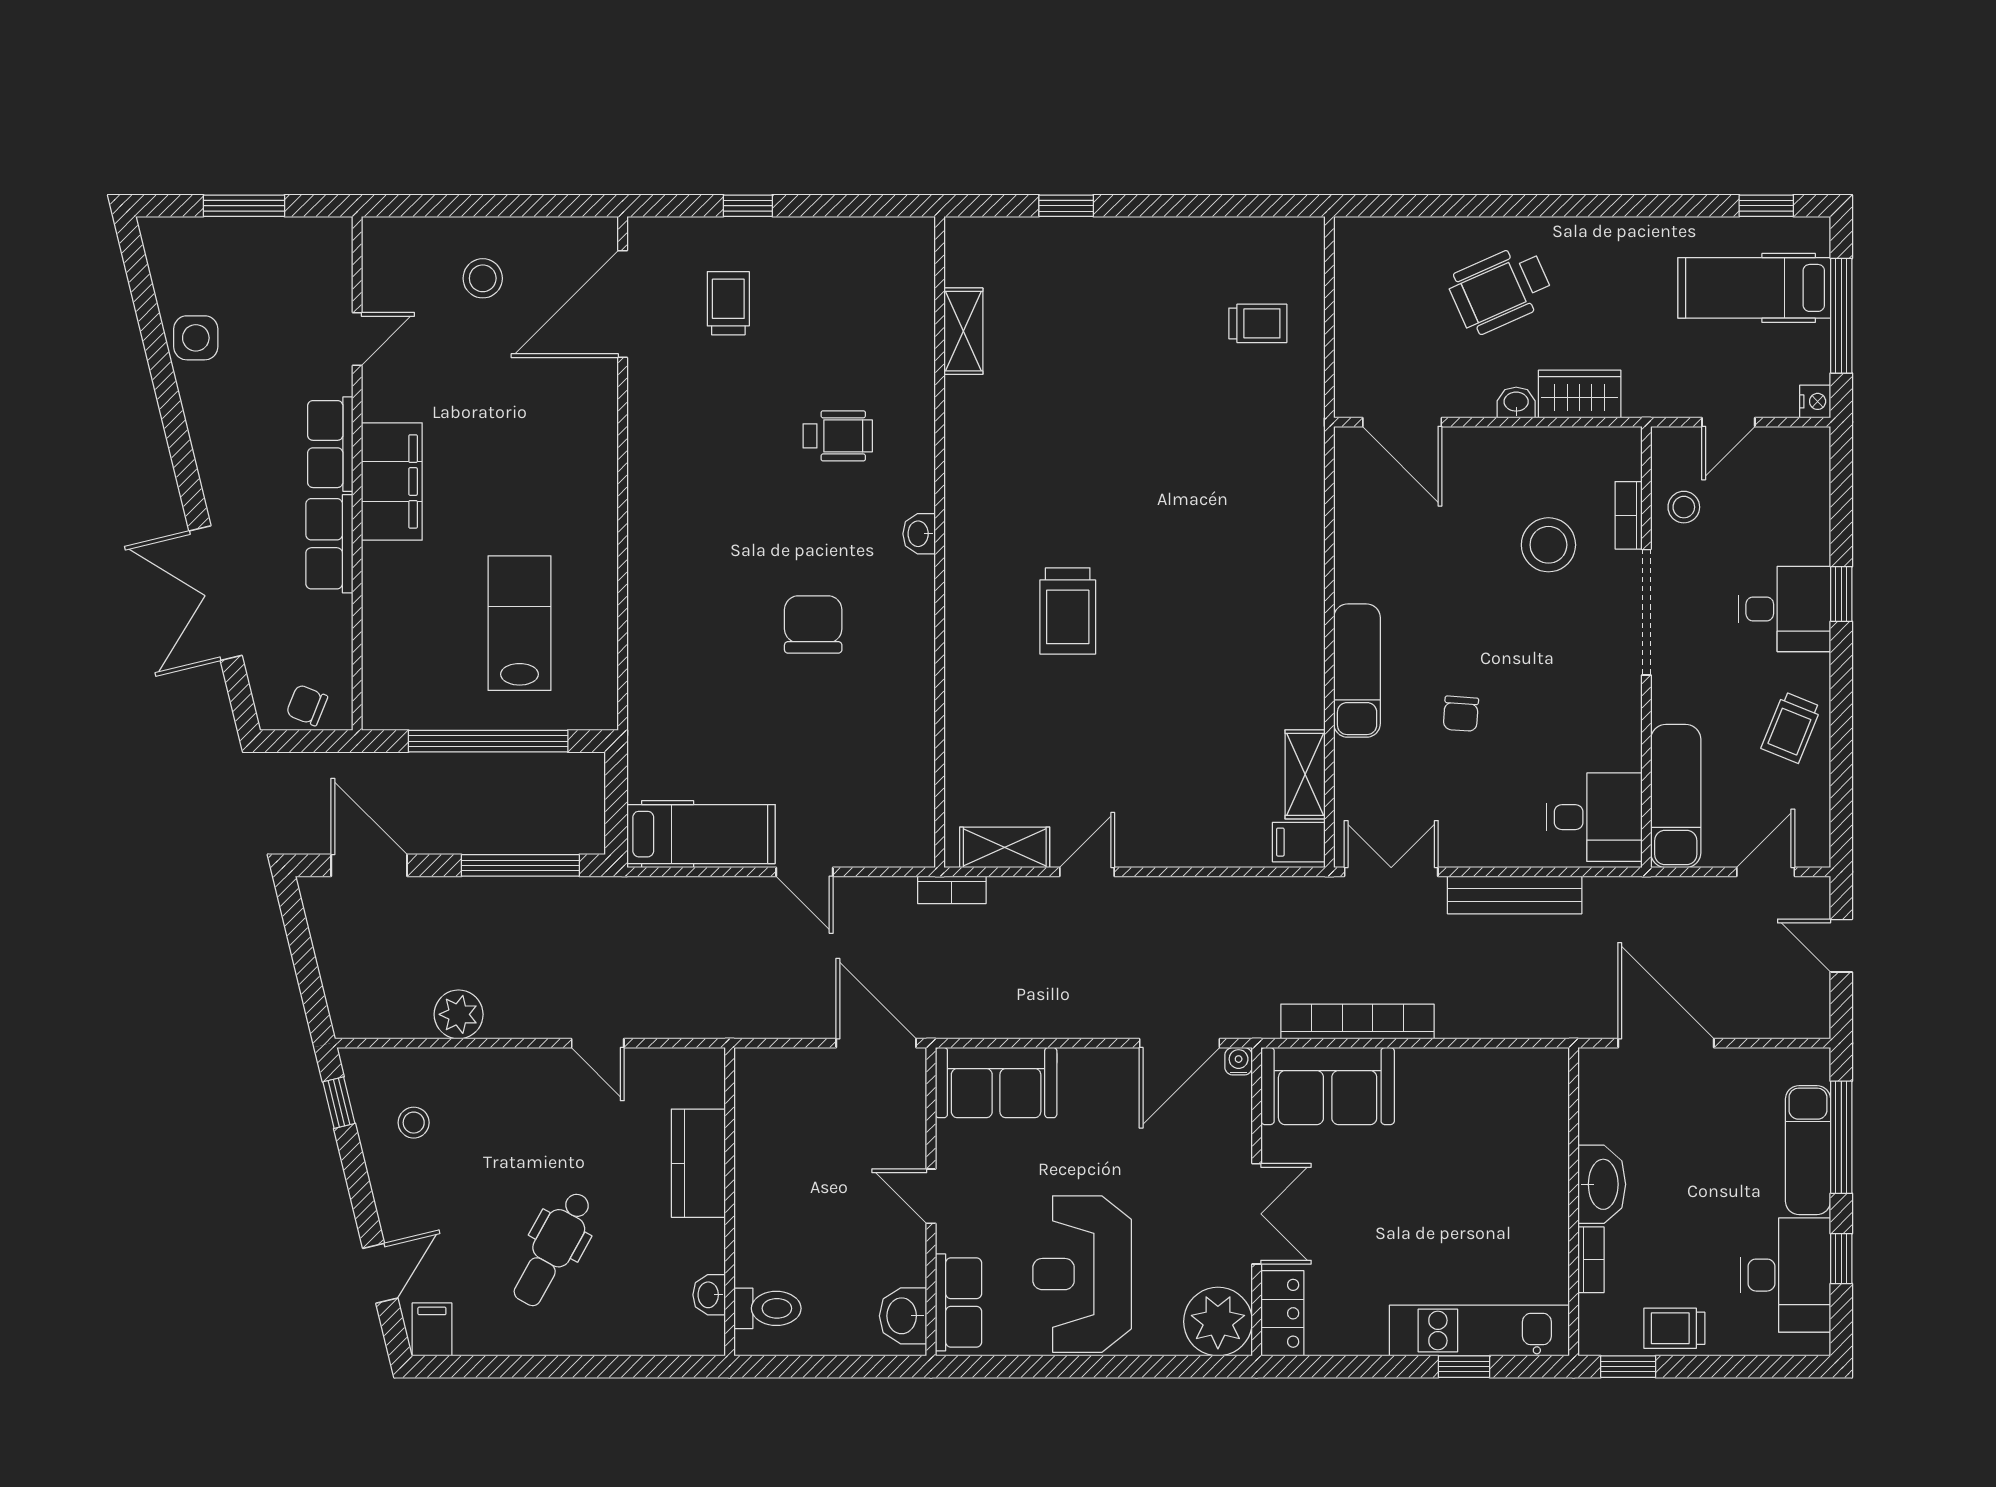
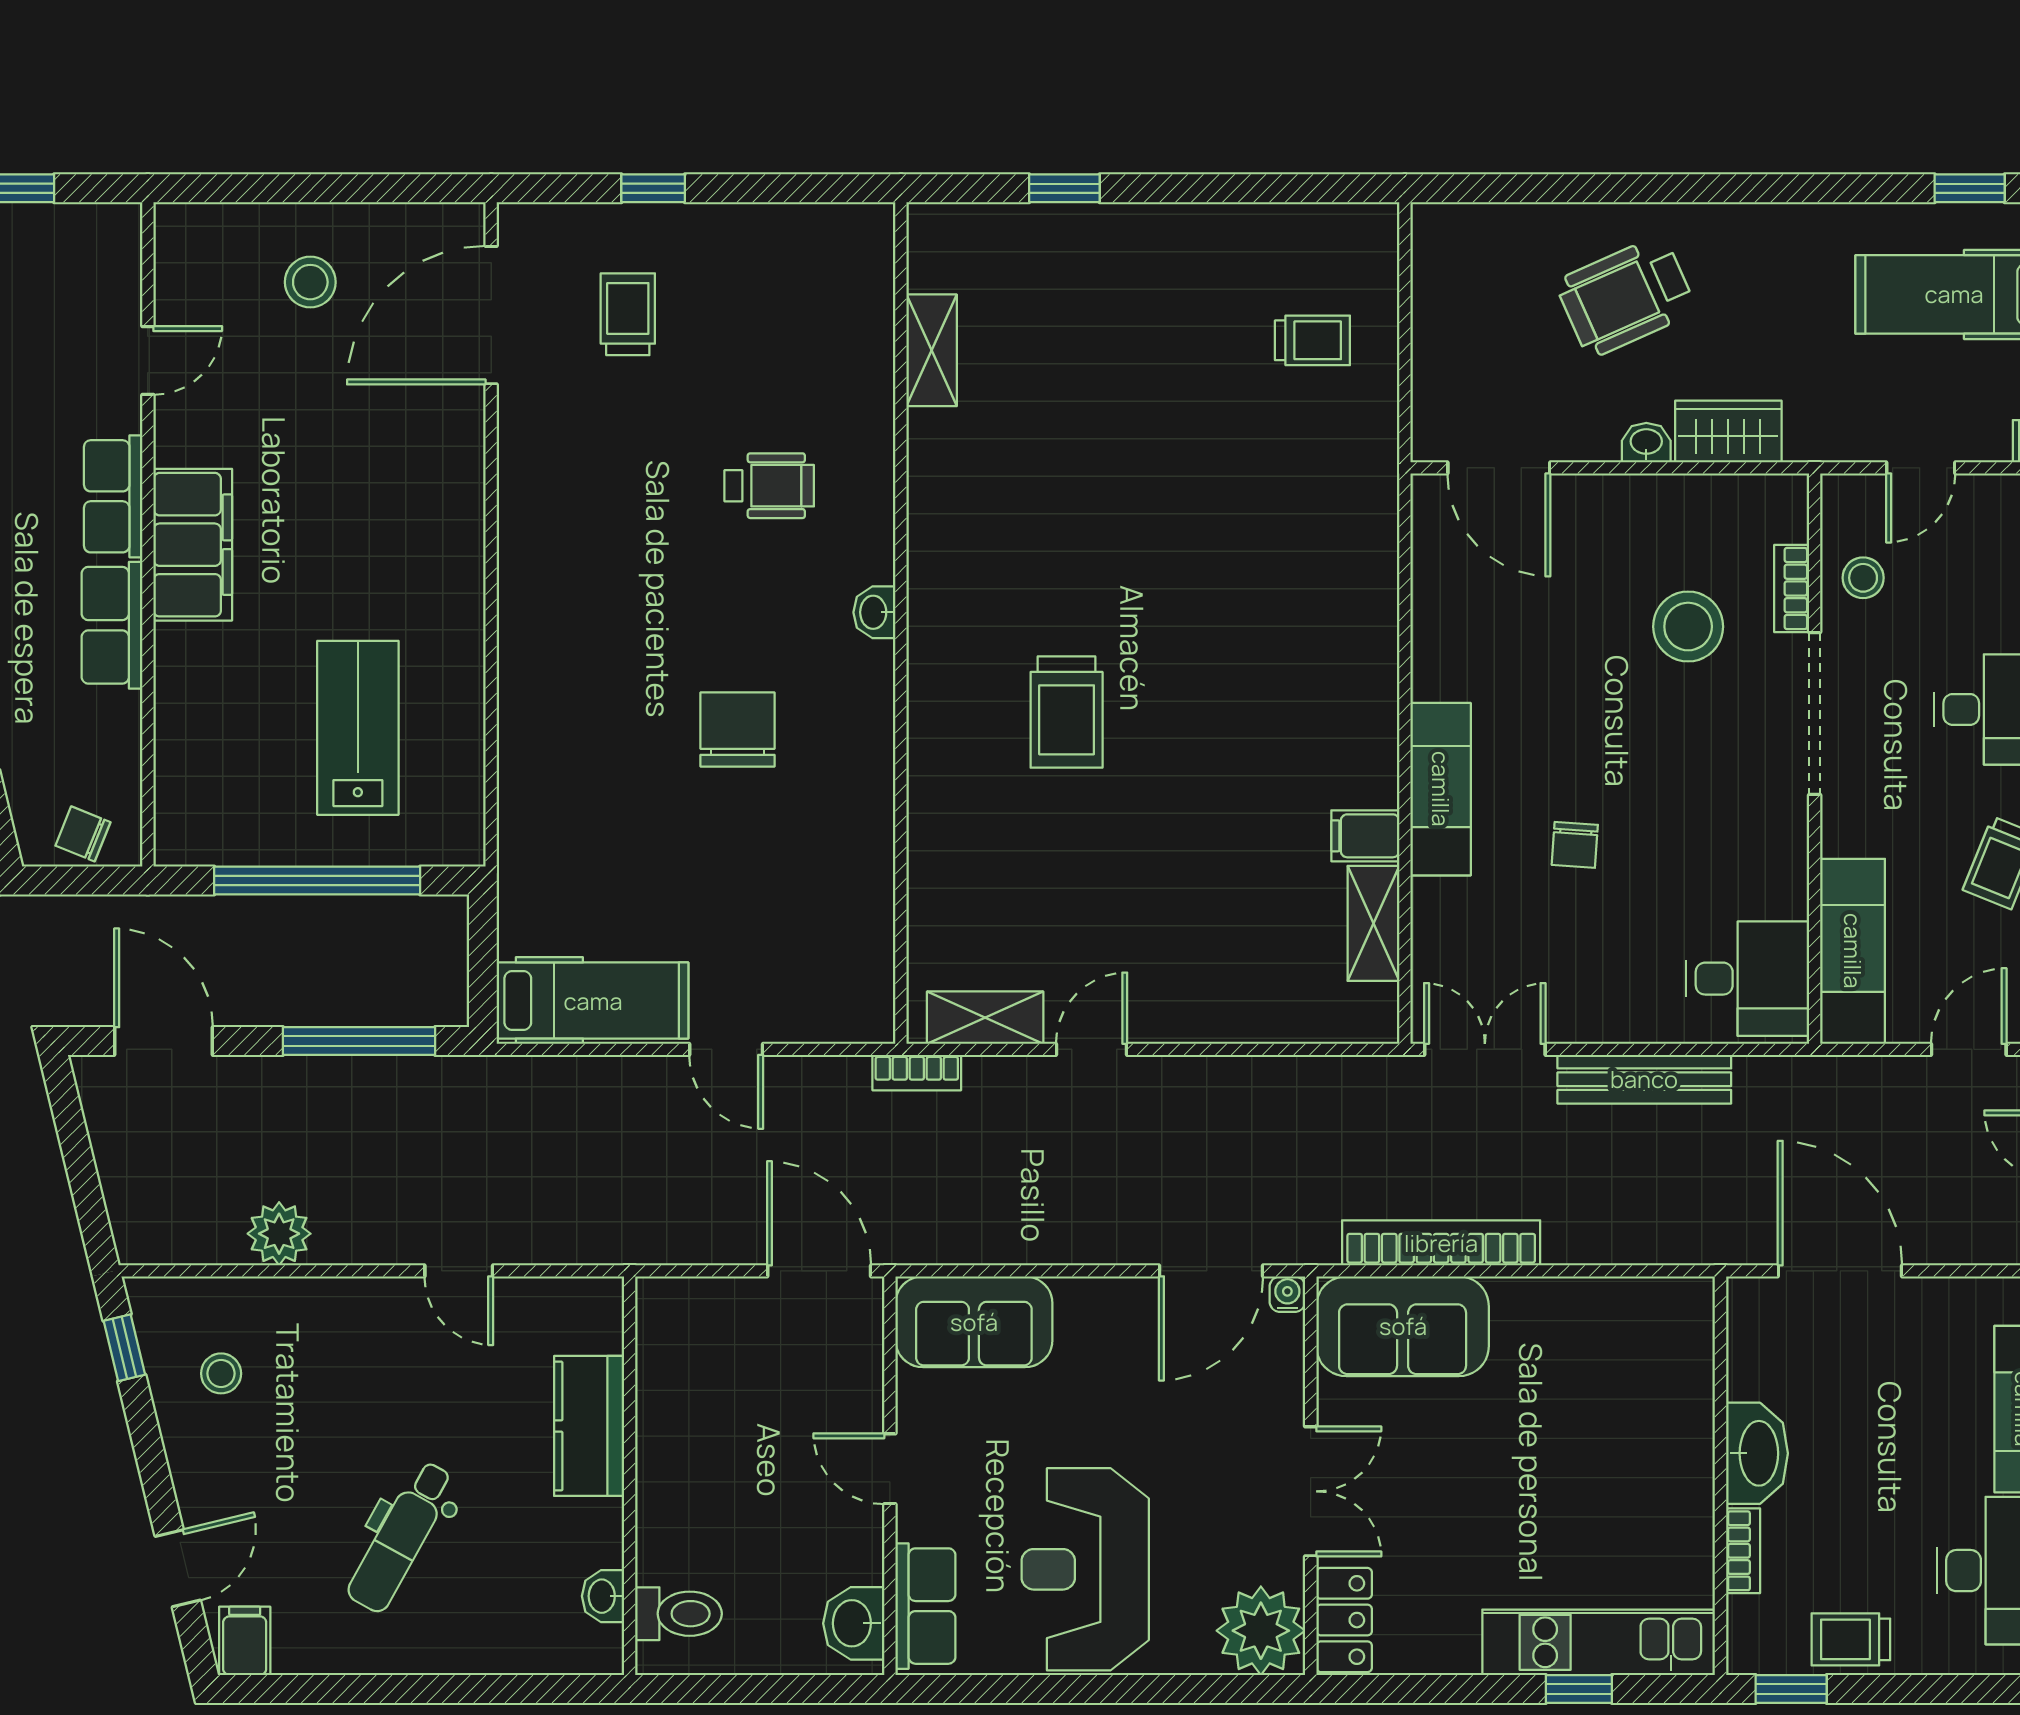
filing cabinet: (1299, 842) -> (1365, 836), moved

